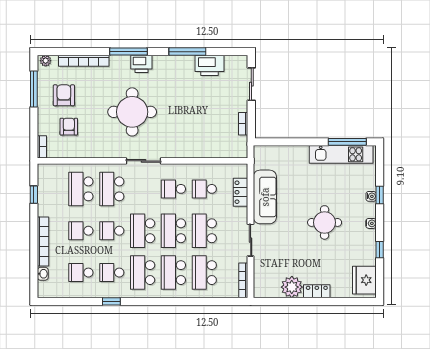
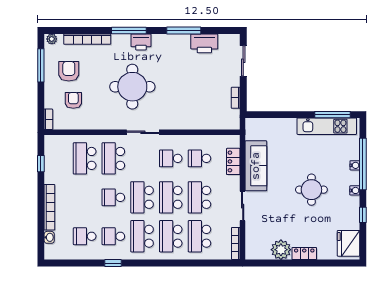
window: (380, 195) -> (363, 164), width x3.17
school desk: (81, 231) -> (85, 197), removed

